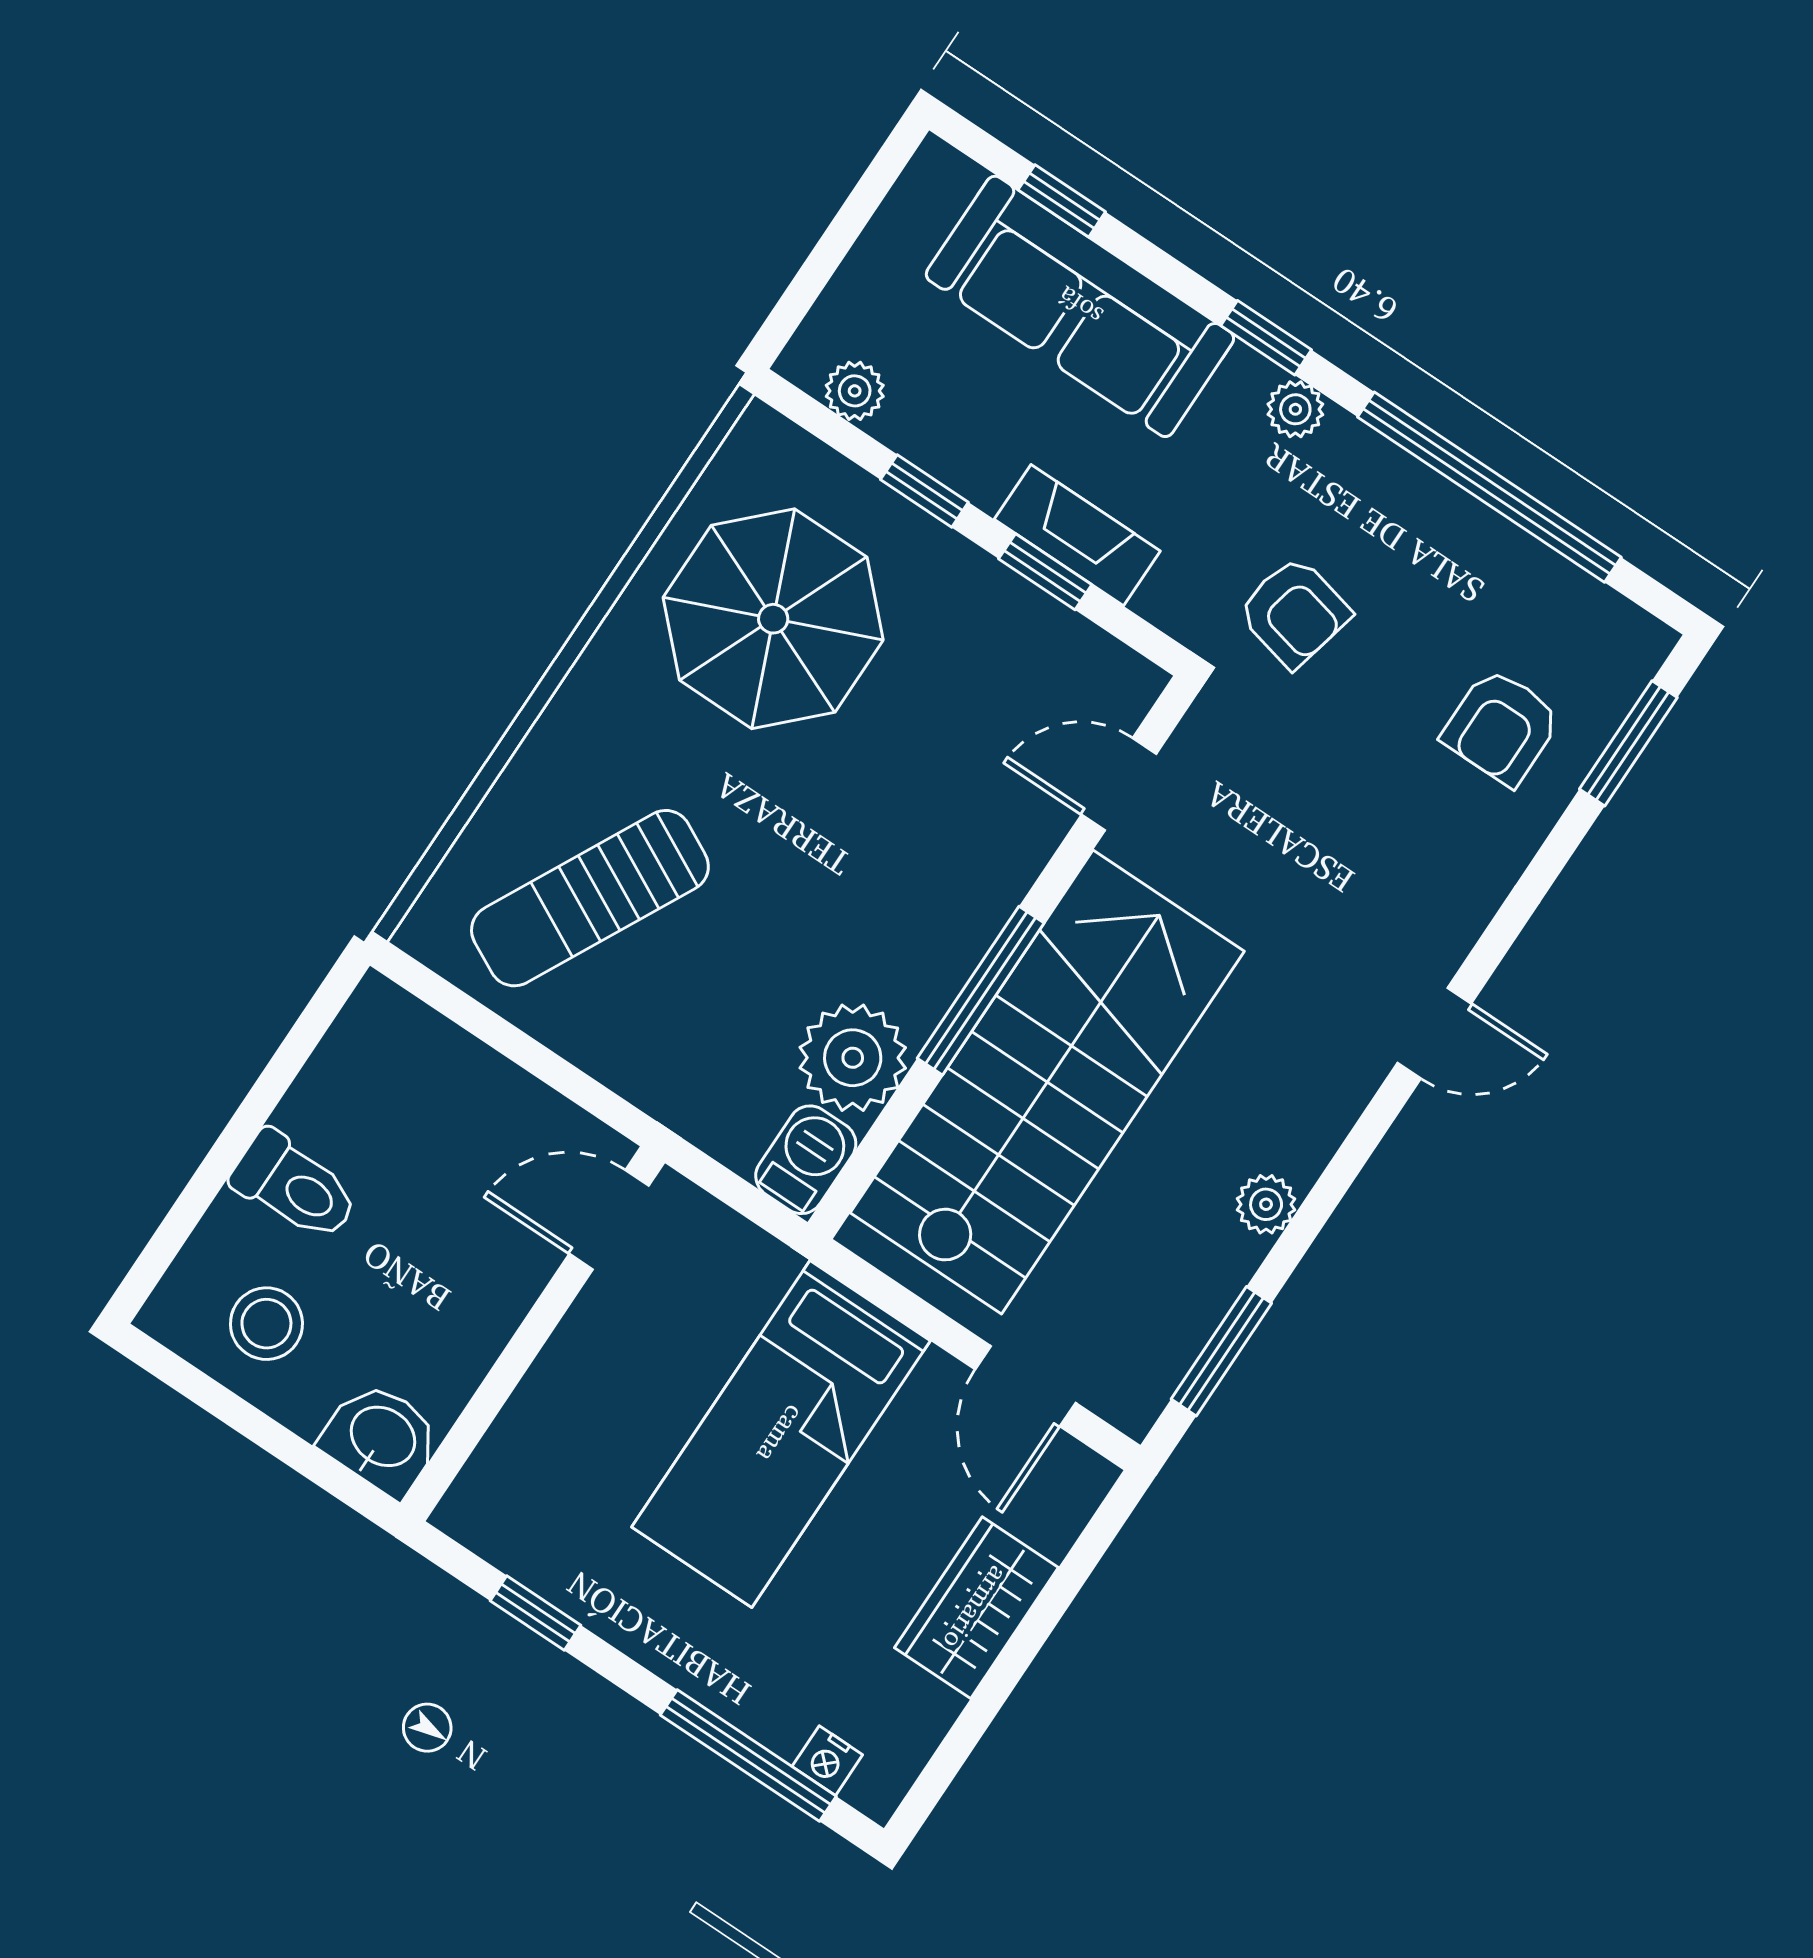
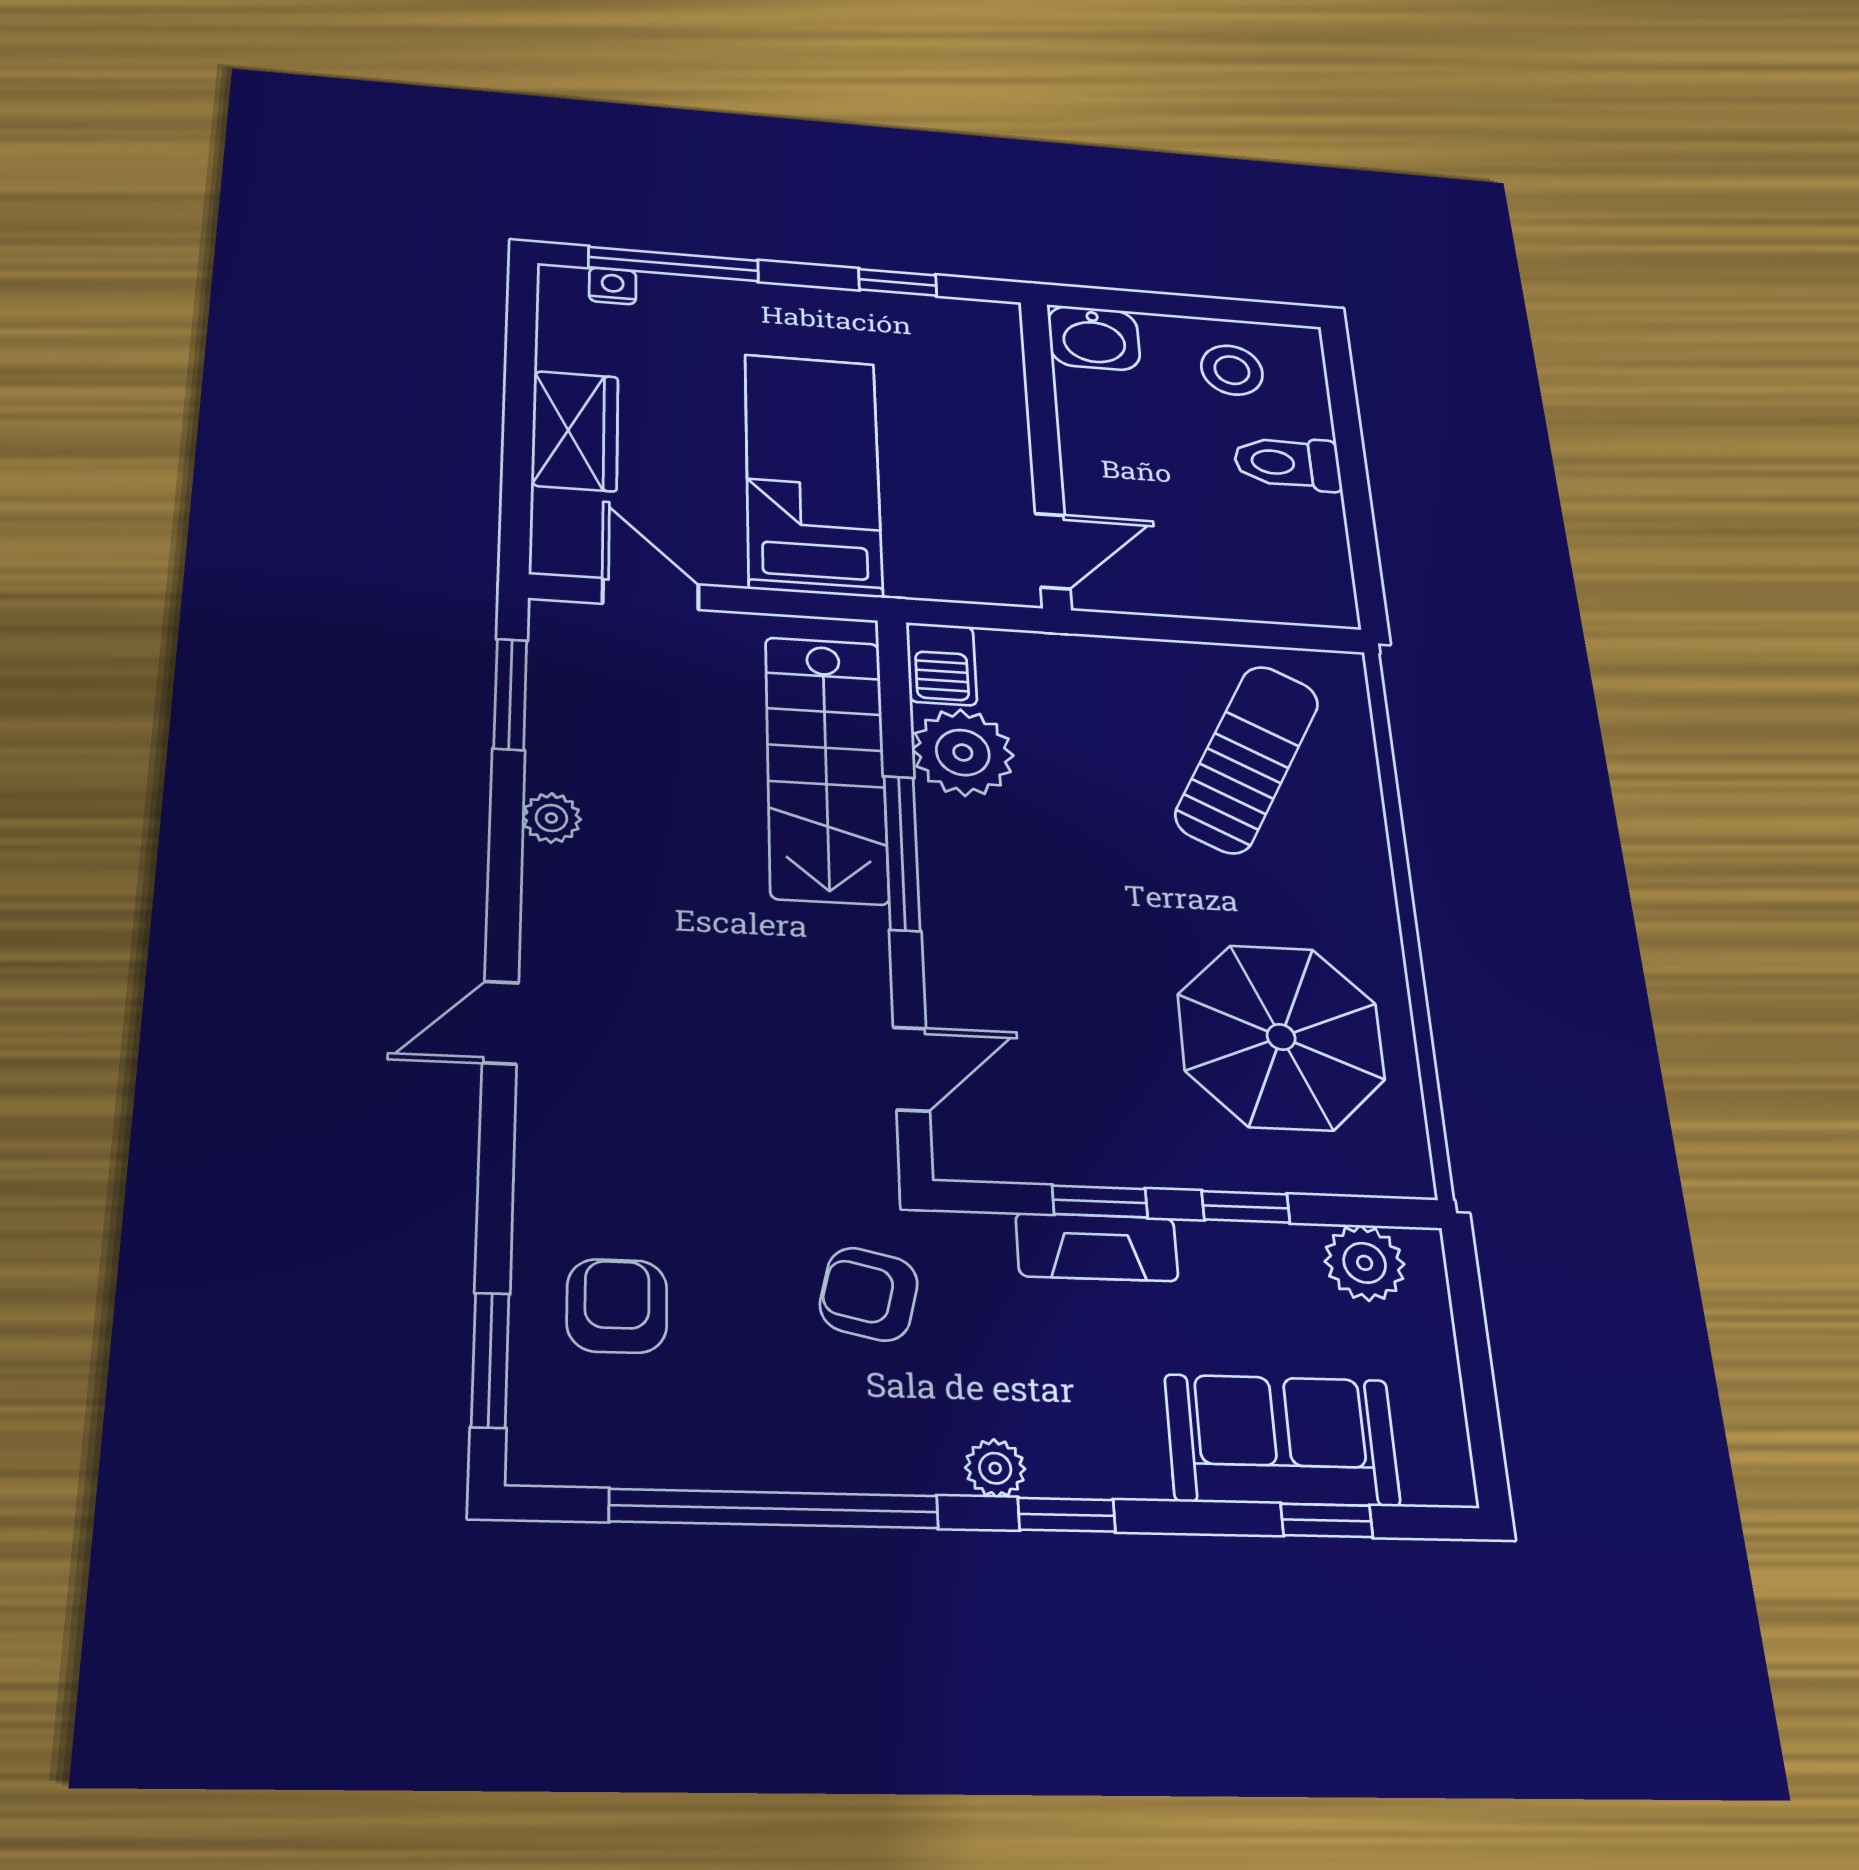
sofa: (1080, 306) -> (1282, 1440), width x0.73
plant: (855, 391) -> (1365, 1263), width x1.38, depth x1.38
stairs: (1047, 1082) -> (826, 768), width x0.73, depth x0.66

